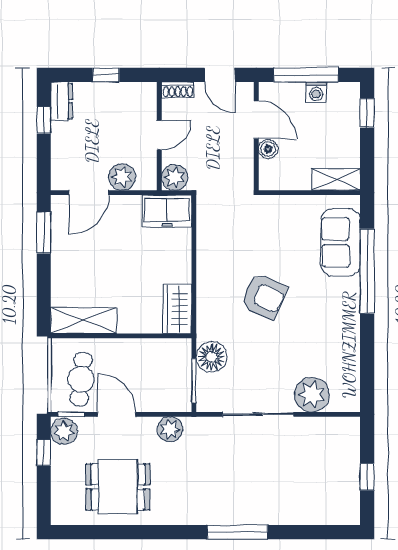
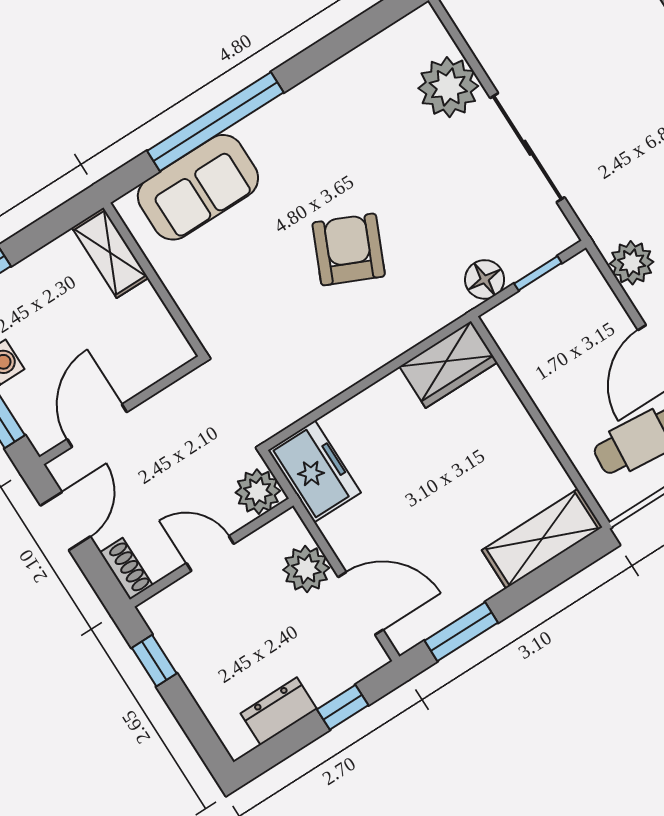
window: (106, 75) -> (154, 661), moved
dresser: (62, 101) -> (279, 711), moved
window: (44, 120) -> (343, 707), moved
boiler: (268, 149) -> (129, 381), removed
shelving: (84, 320) -> (542, 539), moved, turned 90
floor lamp: (212, 357) -> (485, 279), width x0.73, depth x0.73
window: (194, 381) -> (538, 273), width x0.67

